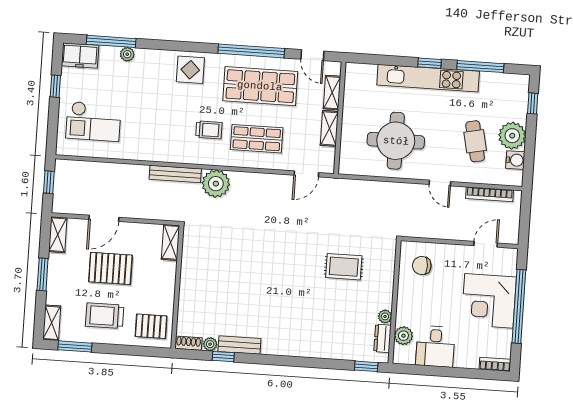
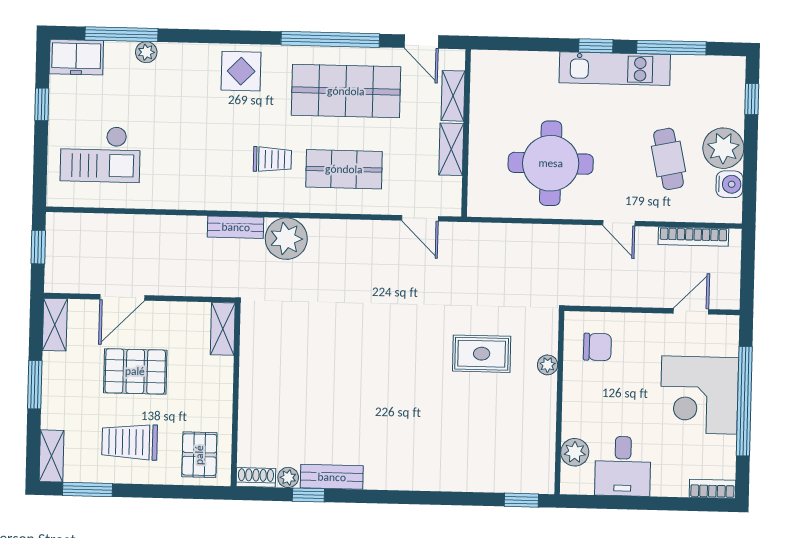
kitchen unit: (428, 78) -> (615, 69), width x0.73
bench: (175, 174) -> (236, 227), width x0.73
door: (306, 174) -> (420, 218), hinge flipped
chair: (422, 266) -> (597, 347), turned 180
plant: (385, 316) -> (548, 365), moved
pallet: (151, 326) -> (199, 455), turned 90
dresser: (382, 338) -> (544, 458), removed

